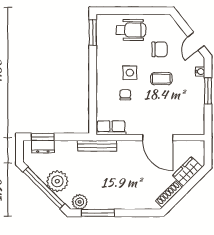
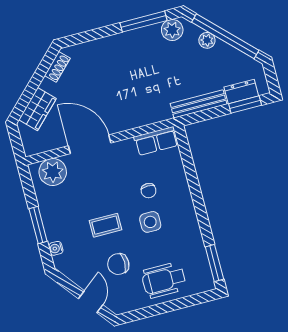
door: (196, 41) -> (91, 302), moved
plant: (188, 125) -> (53, 172), added
bench: (97, 146) -> (199, 104), moved
plant: (57, 181) -> (207, 40), width x0.53, depth x0.53
shoe rack: (169, 194) -> (57, 67), width x0.70

